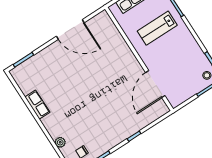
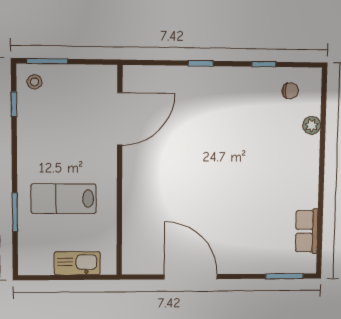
lab bench: (157, 28) -> (64, 199), turned 180
row of seats: (37, 105) -> (307, 231), moved

